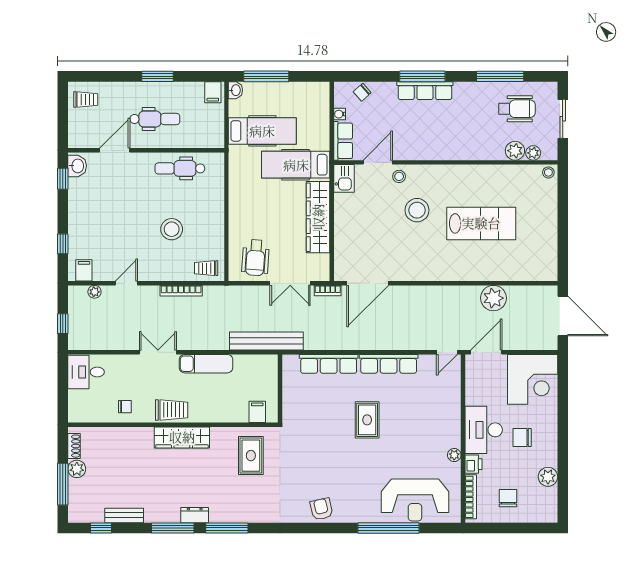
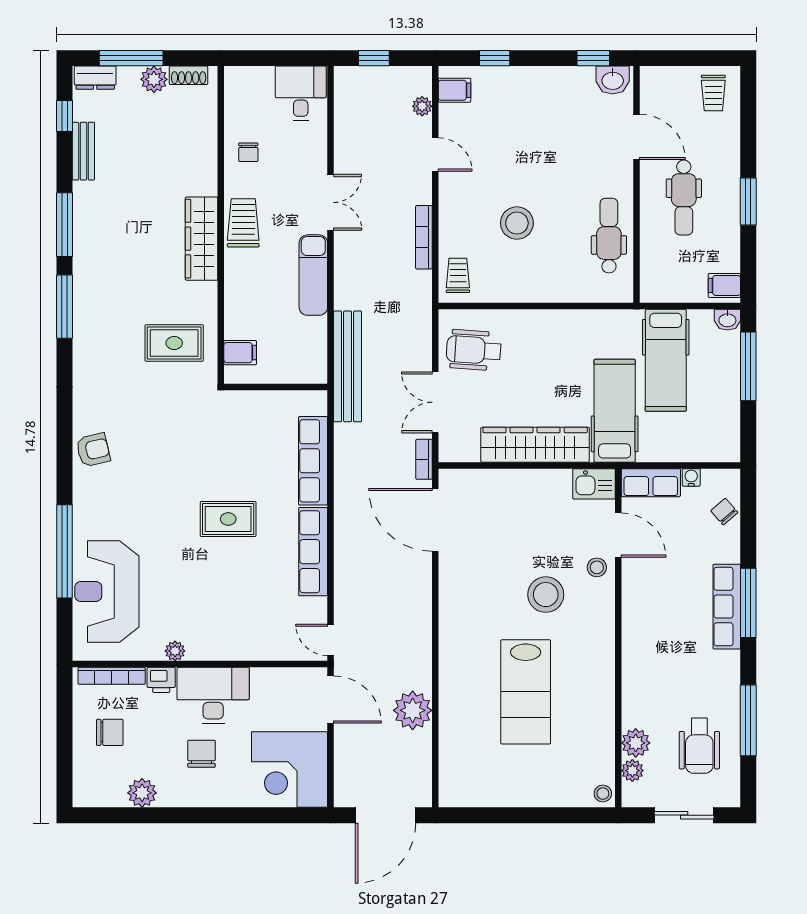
trolley: (172, 410) -> (243, 223), turned 180
dresser: (195, 515) -> (95, 78), moved, turned 90

